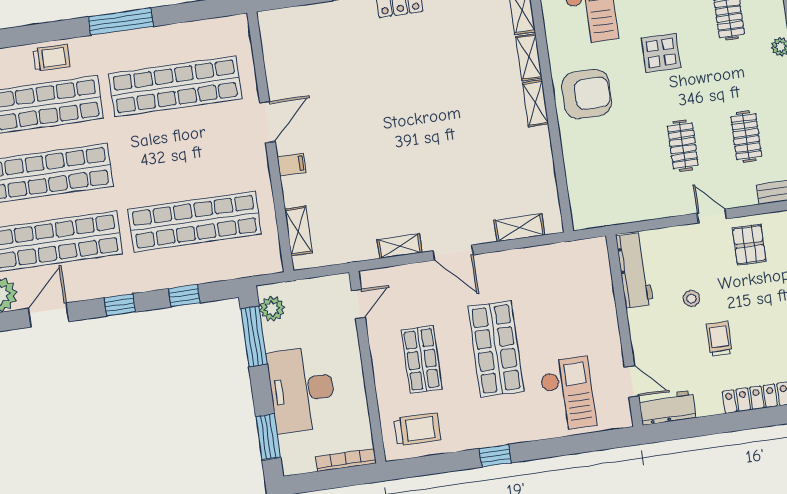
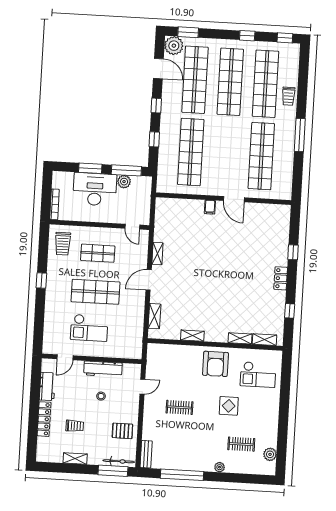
shelving: (535, 103) -> (192, 336), moved
clothes rail: (746, 137) -> (178, 440), removed
door: (712, 216) -> (142, 387), moved
shelving: (298, 231) -> (175, 204), removed
workbench: (634, 270) -> (103, 369), moved
plant: (272, 309) -> (124, 182), moved
trolley: (719, 339) -> (75, 426), moved
checkout: (568, 394) -> (89, 328), moved
workbench: (667, 408) -> (47, 386), moved
window: (268, 437) -> (90, 168), moved

